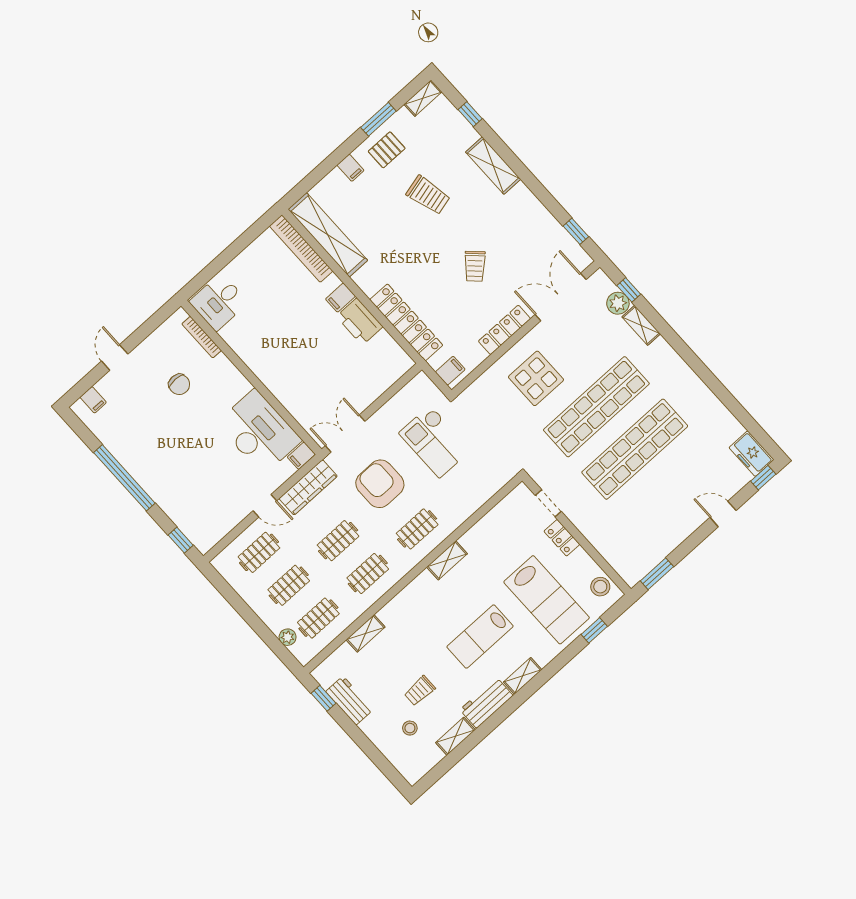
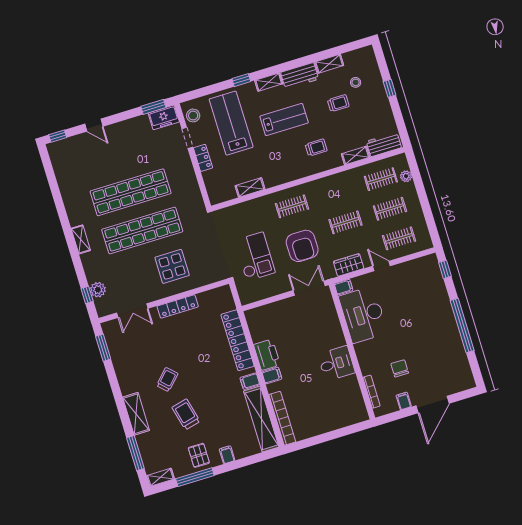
window: (470, 114) -> (135, 453), width x2.17
window: (378, 119) -> (195, 477), width x1.44
pallet: (387, 150) -> (199, 455), turned 90
window: (576, 231) -> (103, 348), width x1.50
trolley: (475, 266) -> (167, 380), moved
double door: (561, 297) -> (132, 311), width x0.73
desk: (219, 302) -> (336, 363), moved
shelving: (641, 325) -> (81, 239), moved
door: (115, 358) -> (433, 404), width x1.88
filing cabinet: (450, 371) -> (250, 381), moved
filing cabinet: (93, 400) -> (404, 401), moved
double door: (345, 433) -> (309, 288), swing flipped
freezer: (751, 454) -> (164, 117), moved, turned 90
wardrobe: (308, 487) -> (349, 265), width x0.67
doorway: (548, 503) -> (187, 138), moved
shelving: (447, 560) -> (250, 187), moved
clothes rail: (368, 574) -> (336, 193), removed
trolley: (421, 620) -> (316, 148), added
window: (594, 630) -> (241, 80), moved
window: (324, 698) -> (390, 88), moved
workbench: (349, 701) -> (384, 144), moved, turned 90

